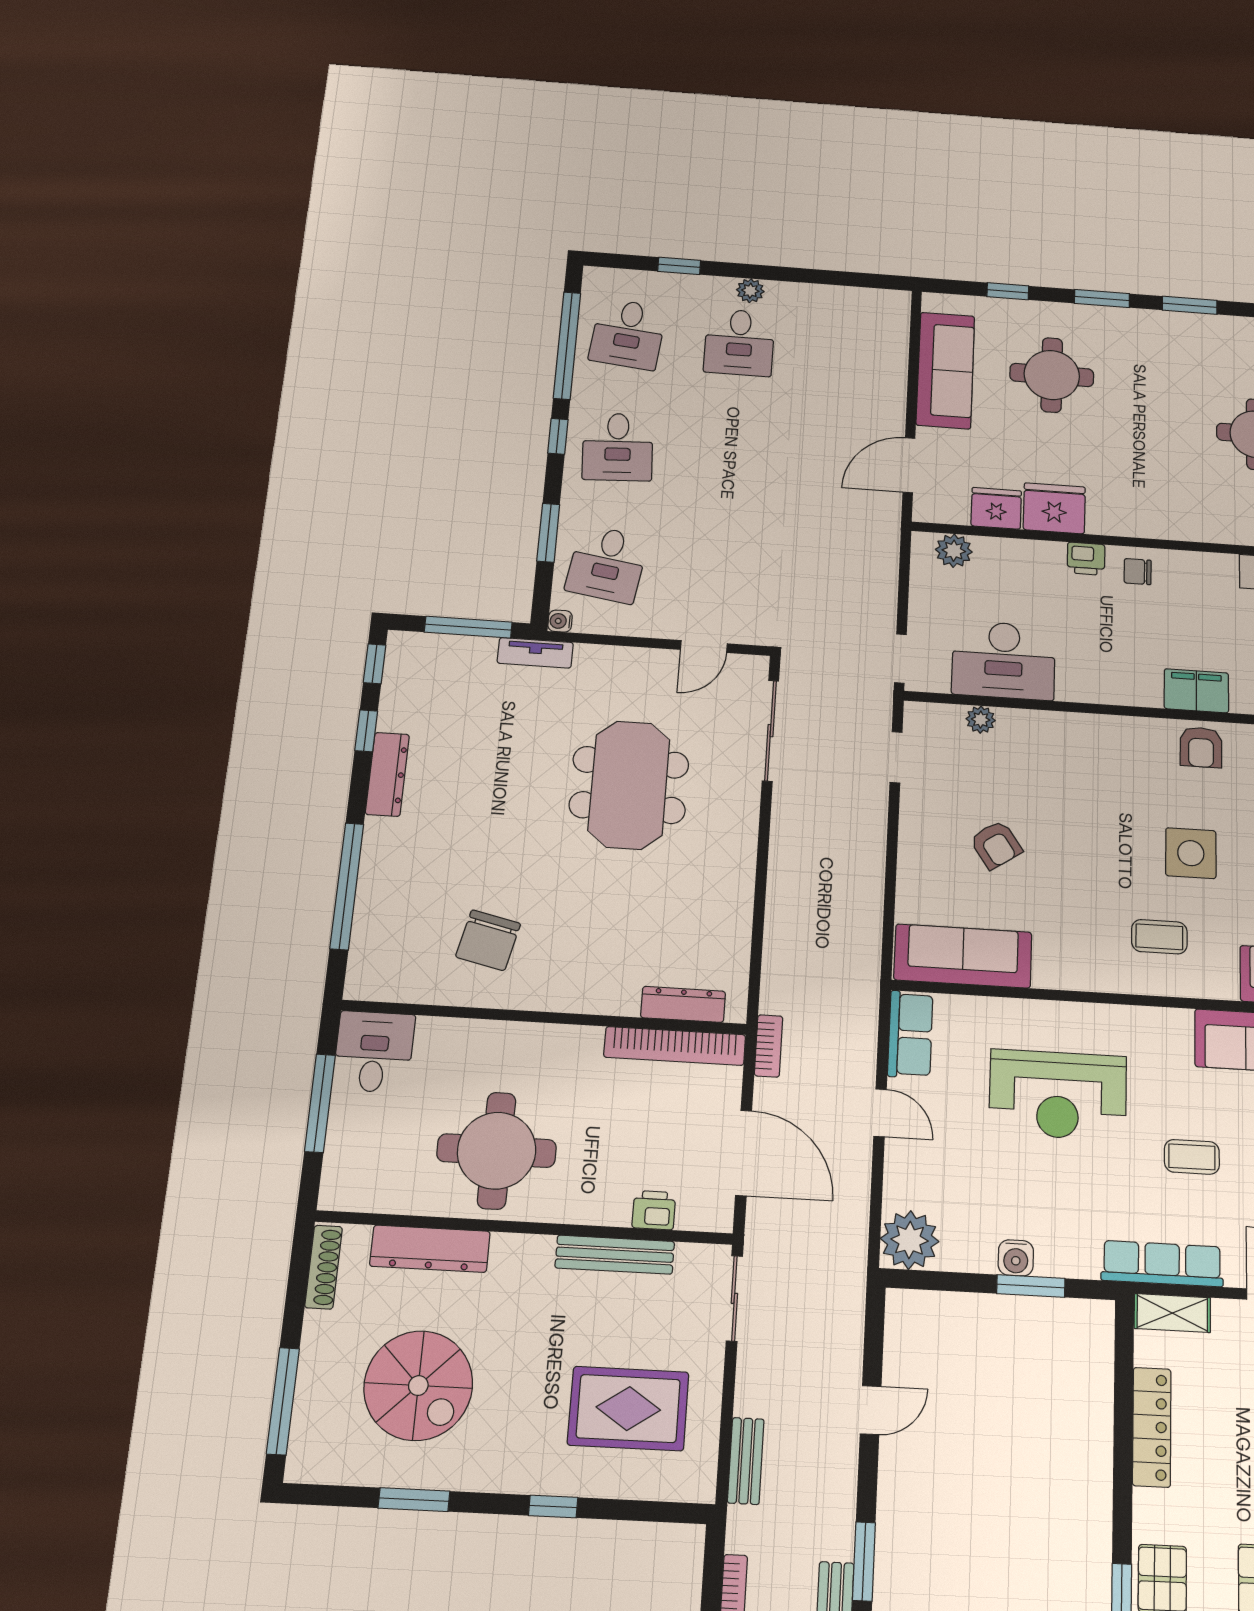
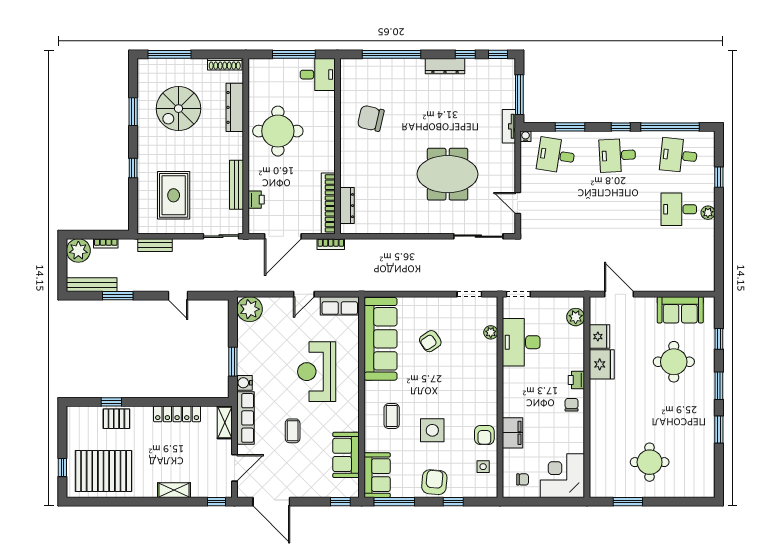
sofa: (945, 370) -> (680, 310), width x0.73
armchair: (1201, 747) -> (484, 435), turned -90
sofa: (963, 956) -> (381, 339), width x1.36, depth x1.27
water cooler: (1016, 1258) -> (245, 383), moved

